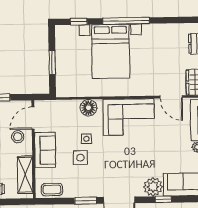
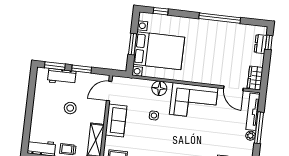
window: (126, 21) -> (220, 18), moved
bed with nightstands: (111, 51) -> (159, 51), moved, turned -90
stool: (18, 137) -> (94, 106), removed
side table: (80, 158) -> (146, 131), removed

